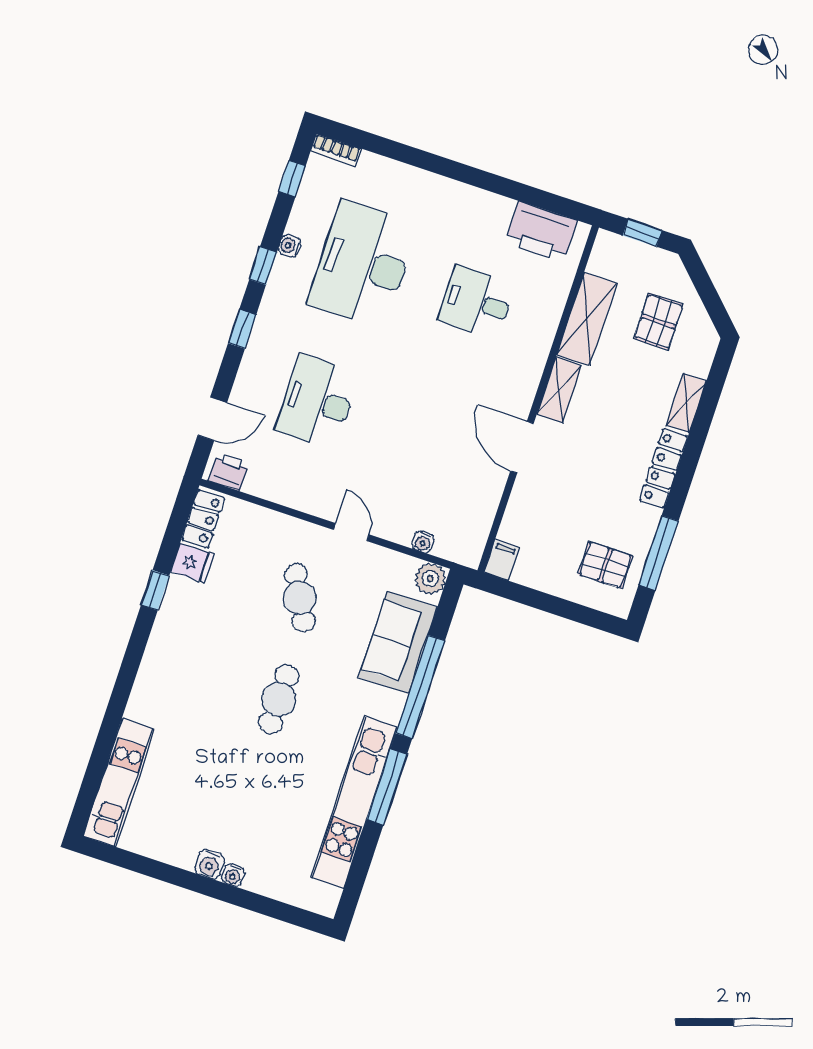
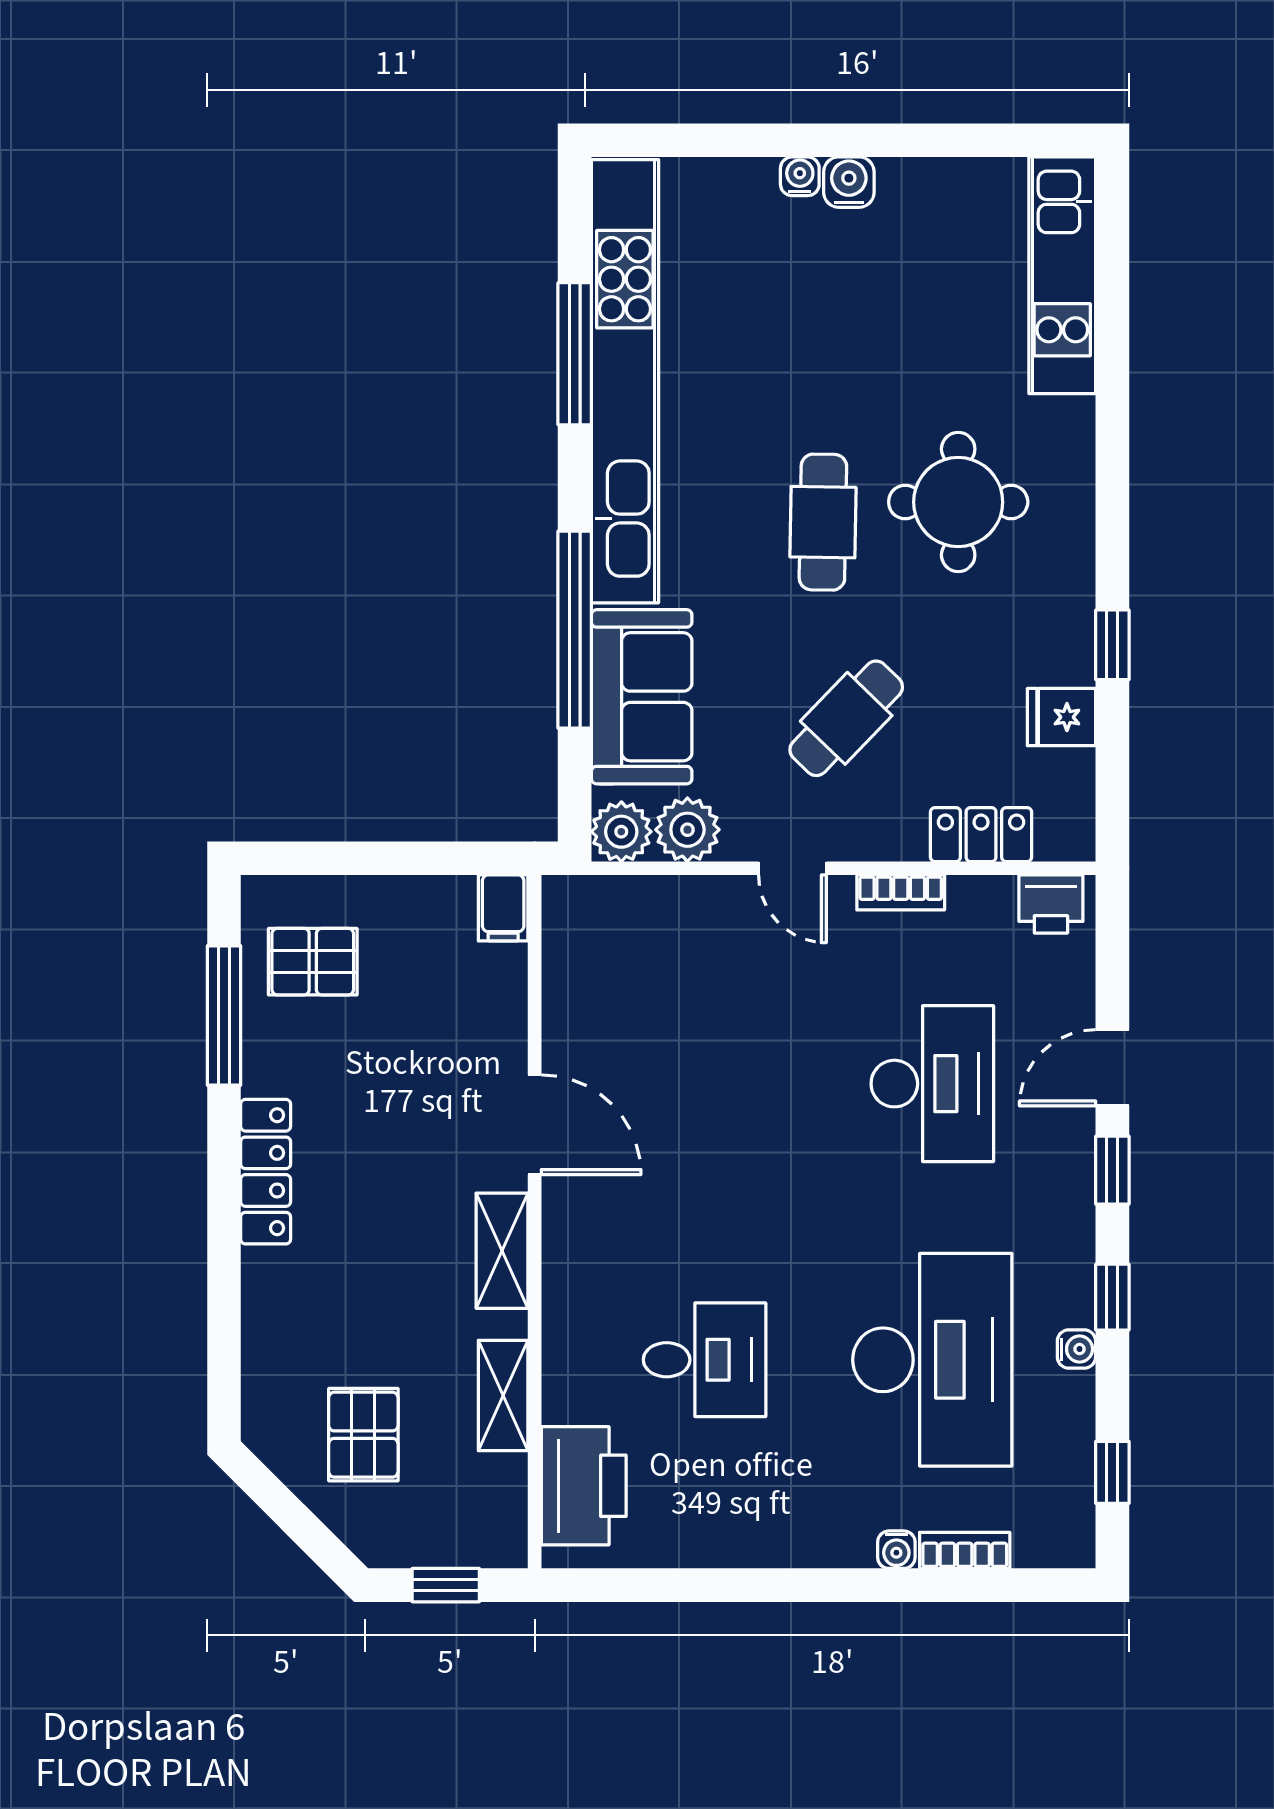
bookcase: (336, 150) -> (965, 1550), moved
printer: (541, 232) -> (584, 1486), moved, turned 90
shelving: (587, 319) -> (503, 1395), width x0.67, depth x0.75
shelving: (686, 403) -> (264, 1303), removed
door: (212, 419) -> (1112, 1068), moved
bookcase: (301, 502) -> (901, 892), added
locker: (203, 519) -> (981, 835), moved, turned 90
water cooler: (423, 542) -> (896, 1550), moved, turned 180
plant: (397, 569) -> (687, 830), added
cafe table: (300, 598) -> (846, 718), turned 72
round table: (208, 687) -> (958, 502), added
window: (387, 787) -> (575, 354), moved
kitchen unit: (354, 802) -> (625, 381), width x1.36

